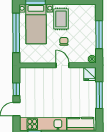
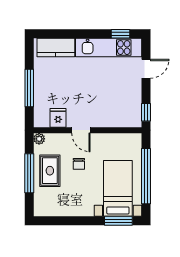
rug: (61, 19) -> (50, 171), moved
fridge: (89, 74) -> (58, 118), moved
window: (16, 89) -> (146, 112), moved

